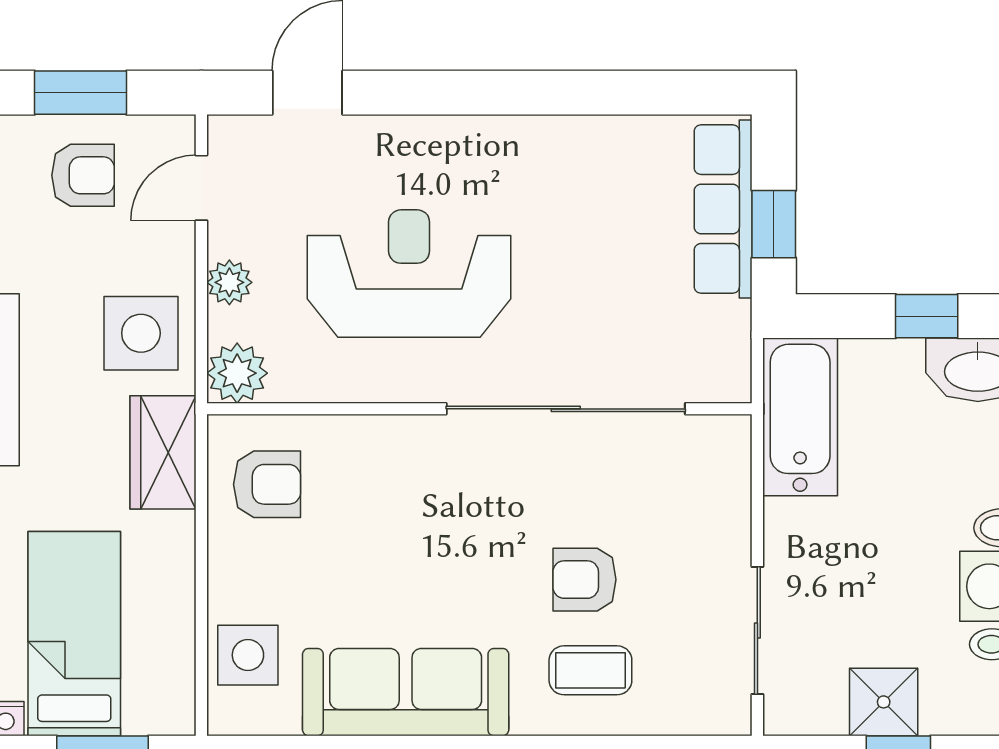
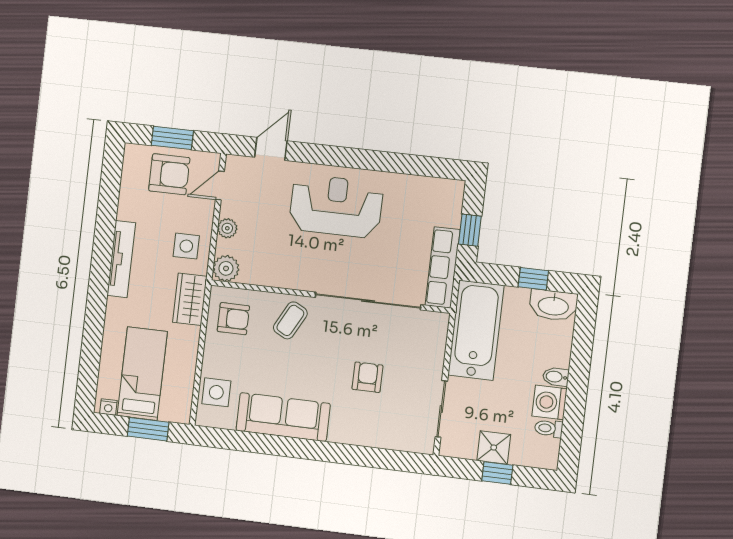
armchair: (83, 175) -> (169, 174), width x1.38, depth x1.38
row of seats: (723, 209) -> (443, 267), moved
reception desk: (409, 274) -> (336, 206), moved
side table: (141, 333) -> (186, 246), width x0.73, depth x0.73
bathtub: (800, 417) -> (476, 330), width x1.36, depth x1.36
armchair: (585, 580) -> (367, 377), turned 90
coffee table: (590, 670) -> (290, 320), moved, turned -62

